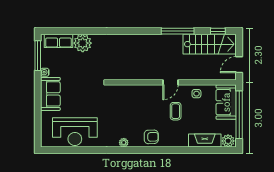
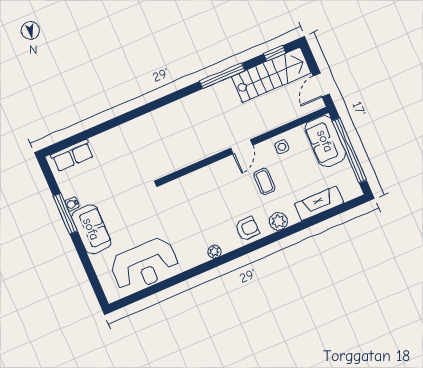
plant: (83, 43) -> (105, 145), removed
window: (38, 56) -> (65, 214), moved
plant: (228, 141) -> (278, 221), moved

